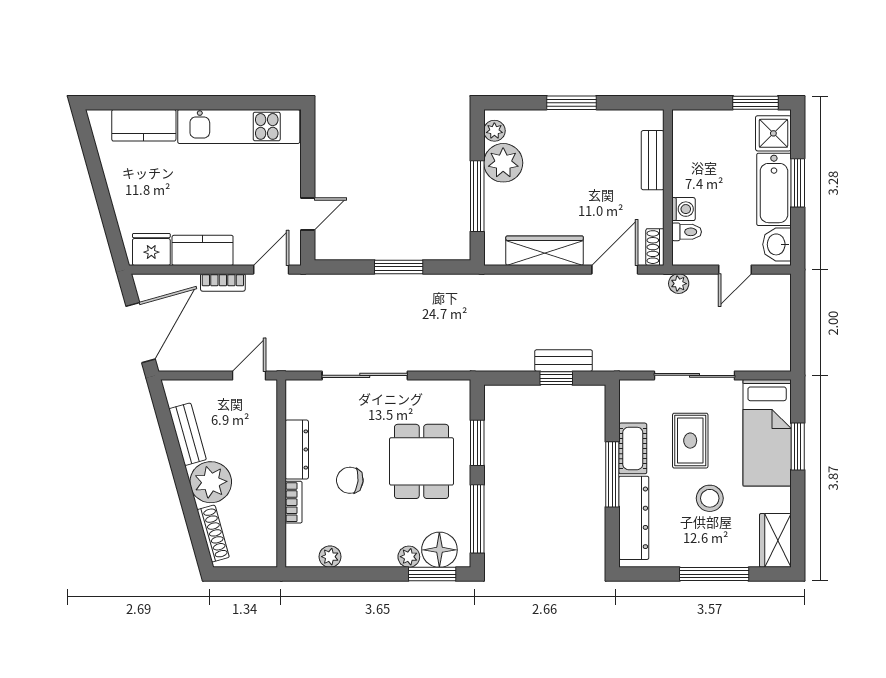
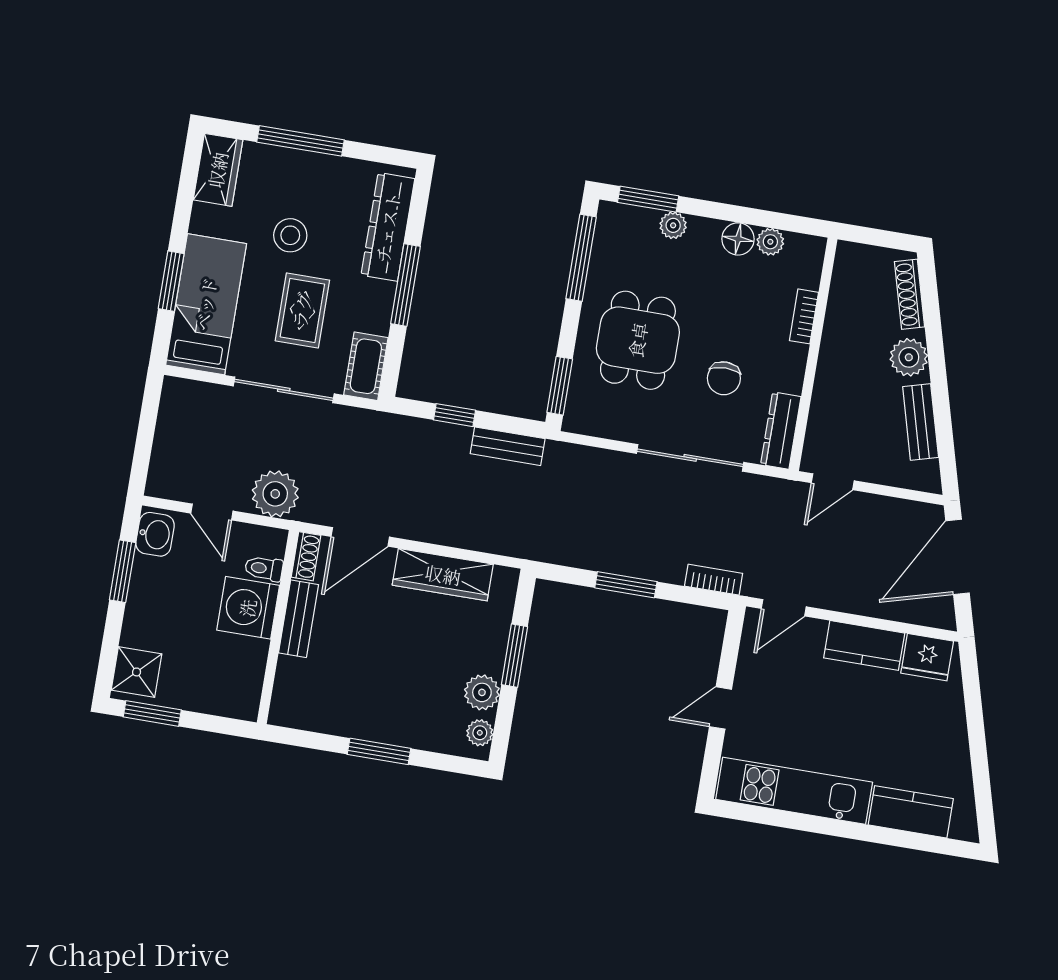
bench: (653, 160) -> (298, 619), moved
plant: (503, 163) -> (482, 692), width x0.73, depth x0.73
window: (798, 183) -> (123, 571), moved
bathtub: (774, 189) -> (147, 603), removed
window: (477, 196) -> (514, 656), width x0.69
washing machine: (683, 209) -> (248, 608), width x1.89, depth x1.89
door: (308, 214) -> (721, 708), moved
door: (735, 270) -> (212, 512), swing flipped
bookcase: (223, 282) -> (714, 580), moved
plant: (679, 284) -> (275, 494), width x1.87, depth x1.87
bench: (564, 361) -> (508, 446), moved
window: (477, 443) -> (560, 386), moved
cot: (633, 448) -> (366, 366), moved
dresser: (297, 450) -> (781, 431), moved
chair: (350, 480) -> (724, 378), moved, turned 84
plant: (211, 482) -> (909, 357), width x0.73, depth x0.73
floor lamp: (439, 550) -> (738, 239), moved, width x0.73, depth x0.73

